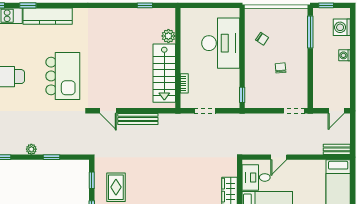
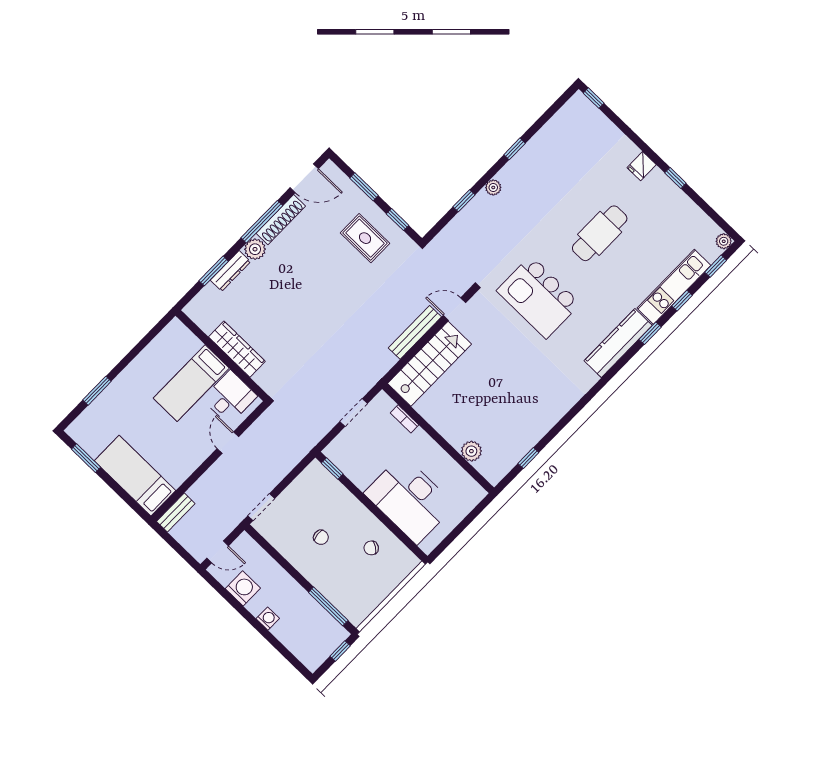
washing machine: (342, 27) -> (243, 588), moved
stairs: (164, 73) -> (429, 364), moved, turned 90
door: (336, 111) -> (218, 552), swing flipped

